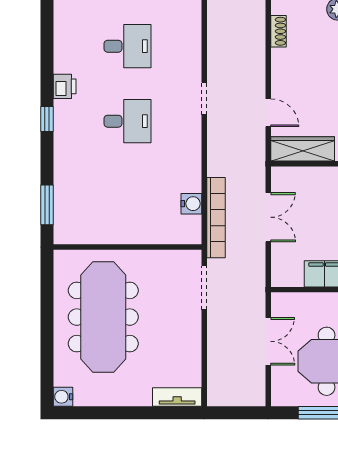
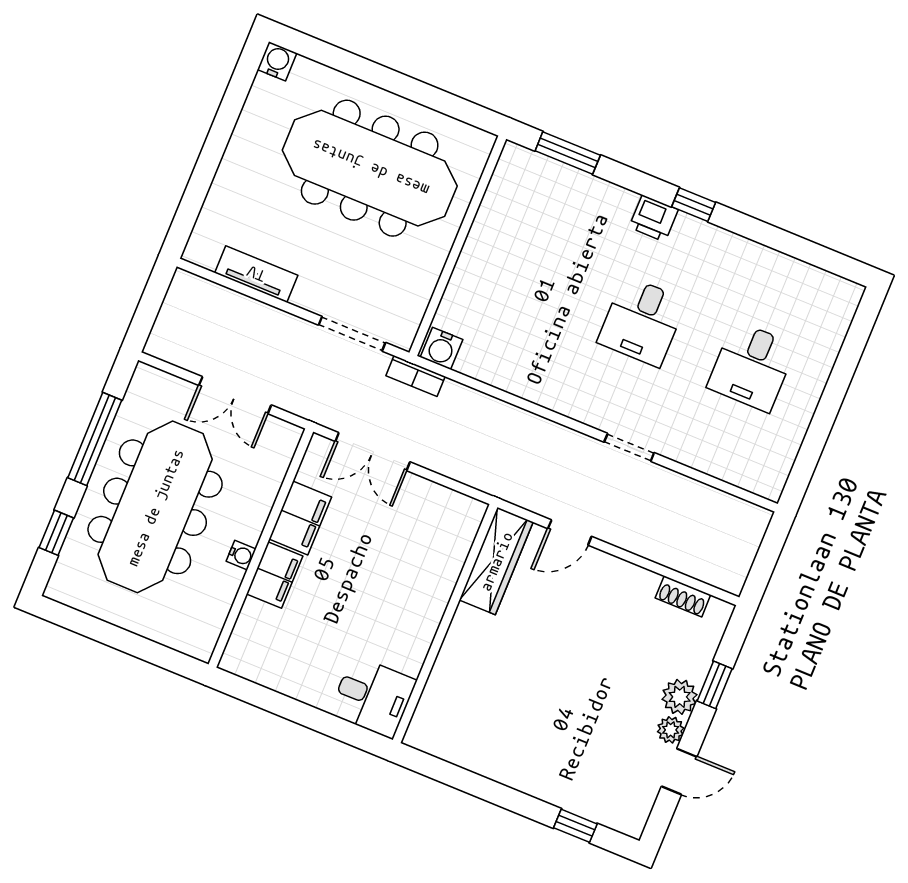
printer: (65, 86) -> (654, 218), moved
water cooler: (191, 204) -> (442, 348), moved
double door: (268, 217) -> (373, 452), moved
bookcase: (216, 218) -> (416, 376), width x0.43, depth x0.76
tv unit: (177, 397) -> (256, 274), moved, turned -90

